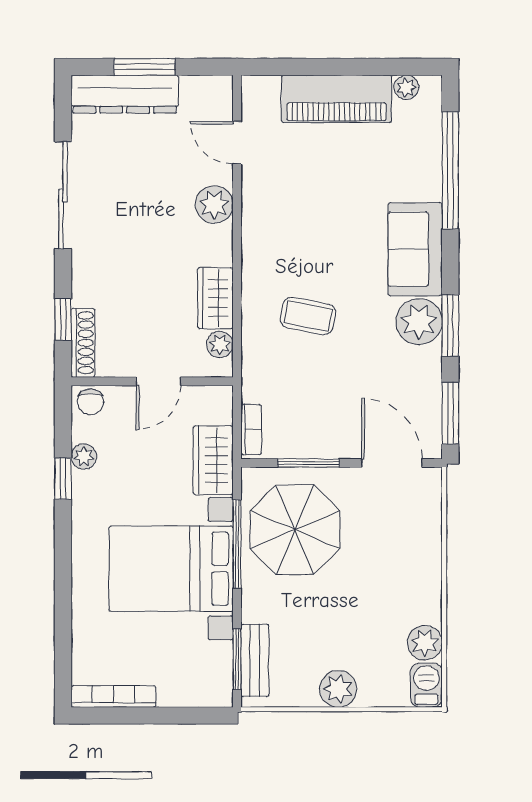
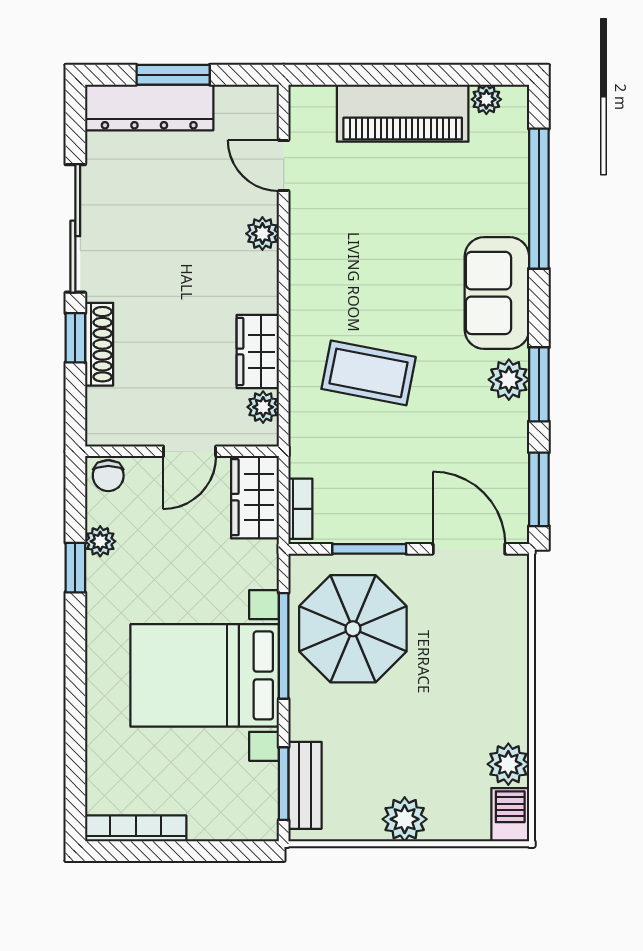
plant: (214, 205) -> (262, 234), width x0.73, depth x0.73
coffee table: (308, 316) -> (369, 373), width x1.36, depth x1.30
window: (63, 319) -> (75, 338), moved
plant: (419, 322) -> (509, 380), width x0.73, depth x0.73
shoe rack: (83, 343) -> (99, 344), moved
wardrobe: (213, 460) -> (255, 497), moved

